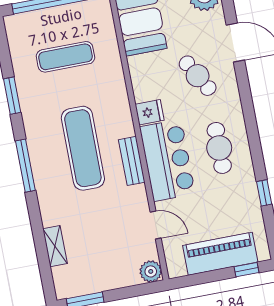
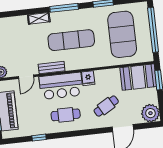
exercise mat: (65, 57) -> (122, 34), width x2.00, depth x1.45
bench: (132, 161) -> (52, 68), moved
shelving: (55, 246) -> (39, 18), moved

